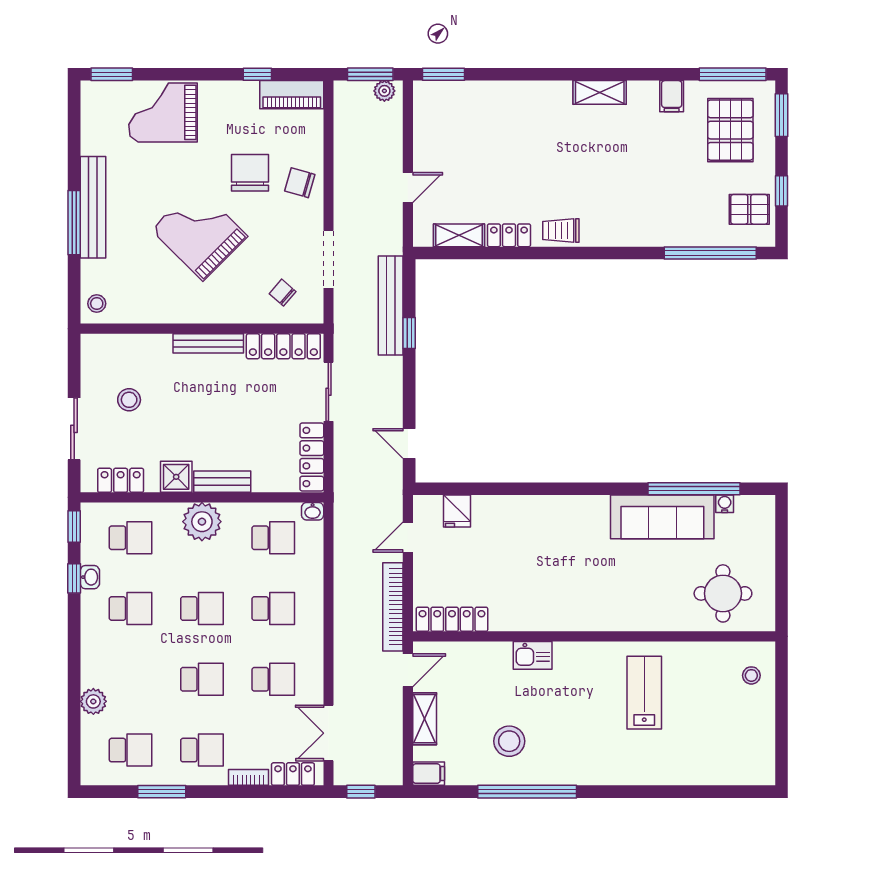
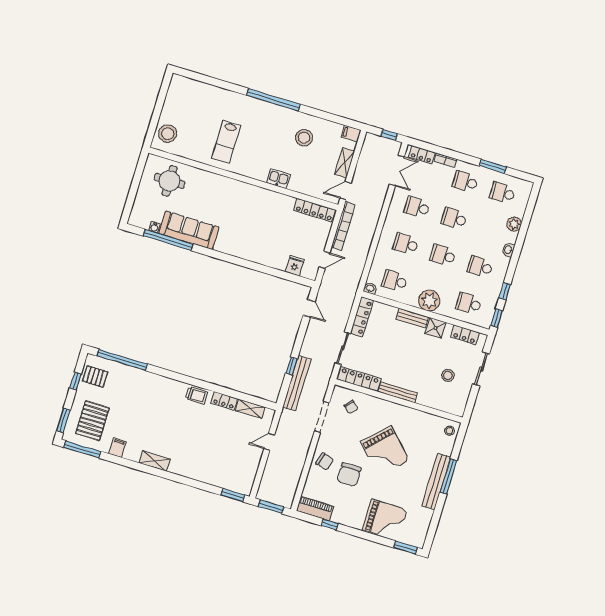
plant: (384, 91) -> (266, 496), removed
washbasin: (90, 577) -> (508, 250), moved
stool: (751, 675) -> (168, 134), width x1.89, depth x1.89
window: (527, 792) -> (273, 100), moved

